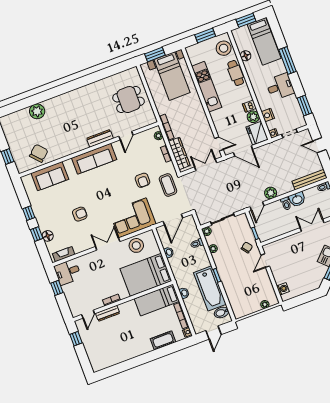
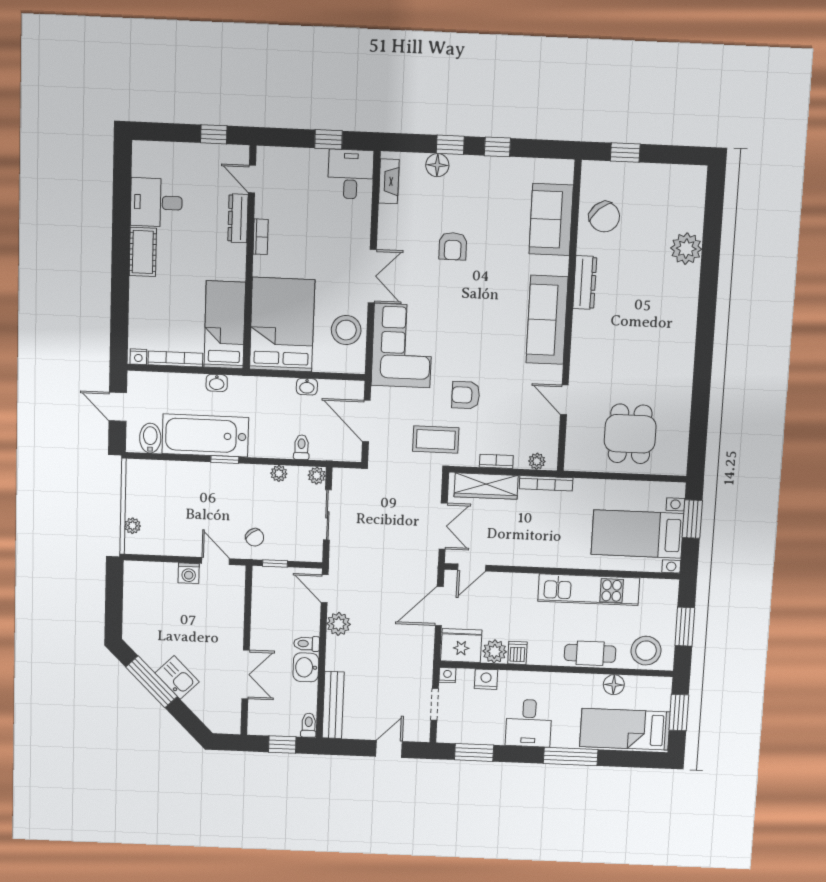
dresser: (100, 138) -> (585, 283), moved
washing machine: (283, 289) -> (189, 573), moved
cot: (163, 340) -> (143, 252), moved
desk: (116, 352) -> (156, 202), added

